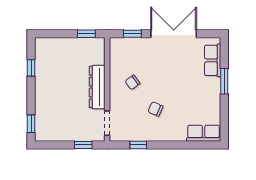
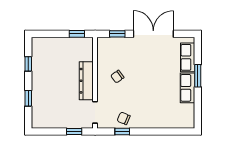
chair: (155, 109) -> (124, 118), moved
window: (31, 124) -> (28, 98), moved
row of seats: (204, 133) -> (187, 88), moved, turned -90

